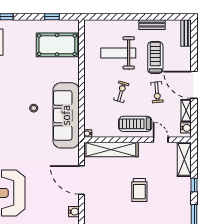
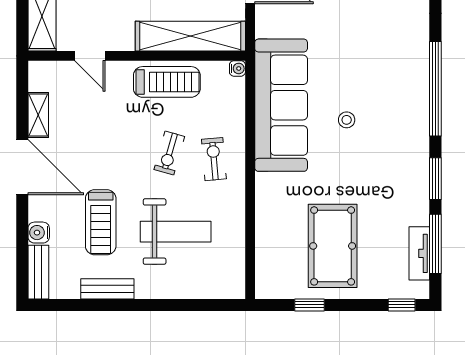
pool table: (57, 45) -> (333, 246), moved, turned 90
exercise bike: (157, 92) -> (214, 159), moved
treadmill: (135, 124) -> (167, 82), moved
water cooler: (186, 128) -> (39, 233), moved

